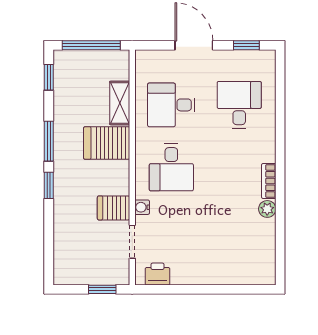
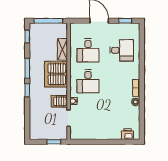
desk: (171, 105) -> (88, 50), turned -90
desk: (239, 105) -> (122, 50), turned 90
server rack: (107, 143) -> (56, 74), width x1.60
printer: (158, 274) -> (127, 134), moved

